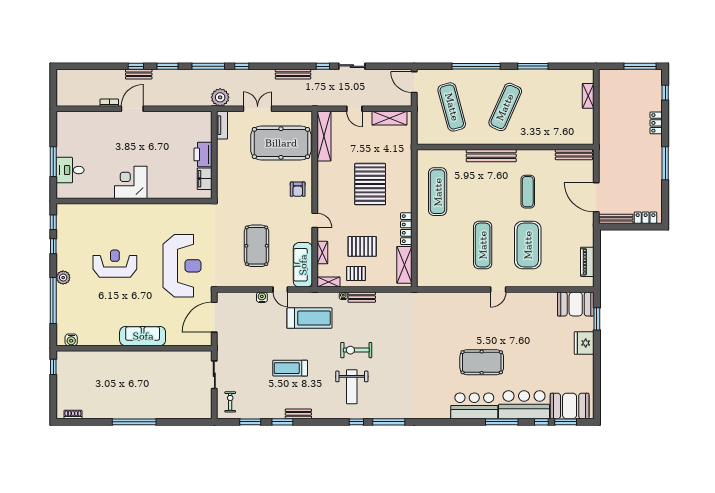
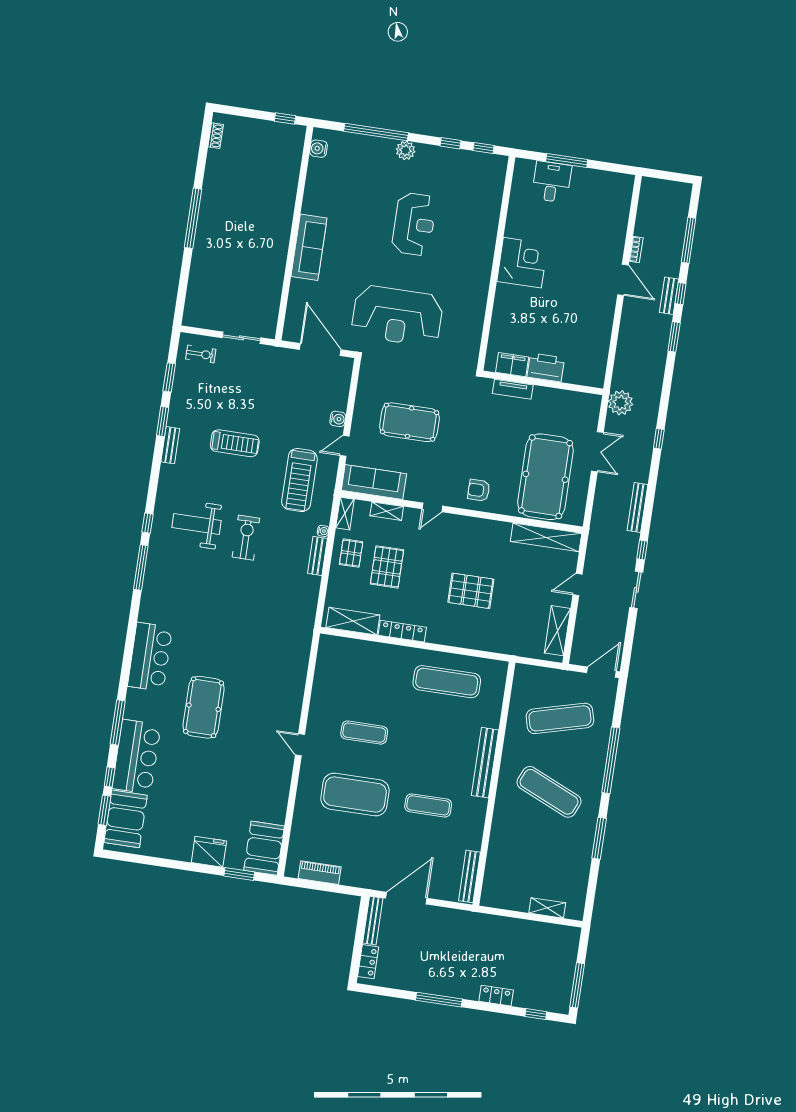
window: (208, 66) -> (689, 240), moved
tv unit: (222, 125) -> (513, 389), moved
pallet: (370, 184) -> (471, 591), width x0.73, depth x0.71
exercise mat: (483, 245) -> (364, 733), width x0.73, depth x0.69
treadmill: (290, 368) -> (235, 443), turned 90
bar counter: (474, 406) -> (150, 657), moved

